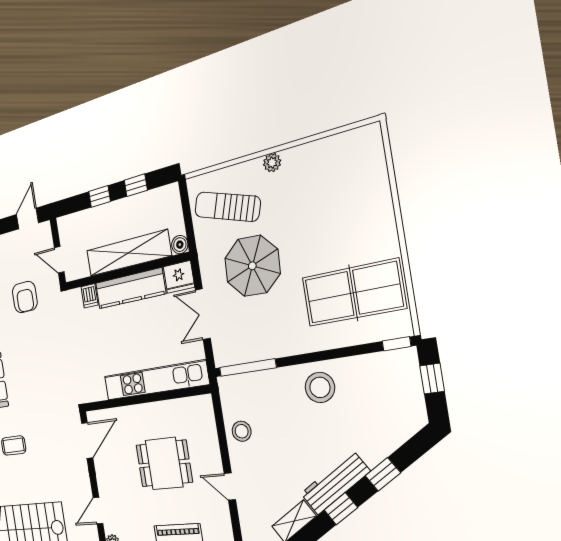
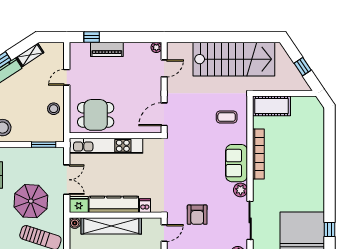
door: (59, 260) -> (164, 233), hinge flipped
armchair: (25, 297) -> (197, 215), turned 180
window: (248, 368) -> (44, 145), width x0.69
dining table: (164, 463) -> (96, 115), moved
door: (230, 487) -> (67, 77), swing flipped

